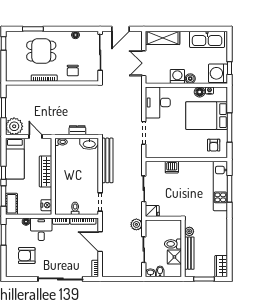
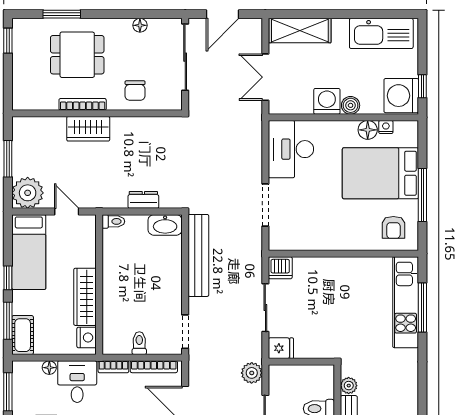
wardrobe: (47, 91) -> (88, 129), added
dishwasher: (172, 167) -> (280, 268), moved
wardrobe: (45, 171) -> (85, 297), moved

